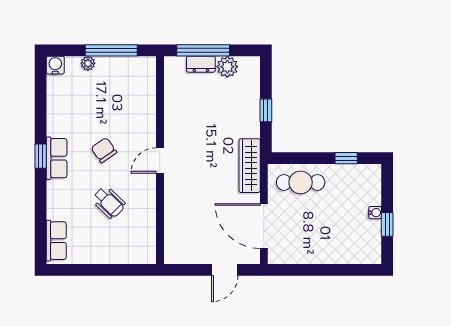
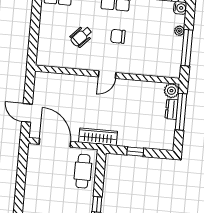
plant: (227, 67) -> (171, 91), moved
chair: (104, 150) -> (118, 36), turned -145
door: (160, 161) -> (107, 75), swing flipped
door: (264, 226) -> (55, 143), hinge flipped

